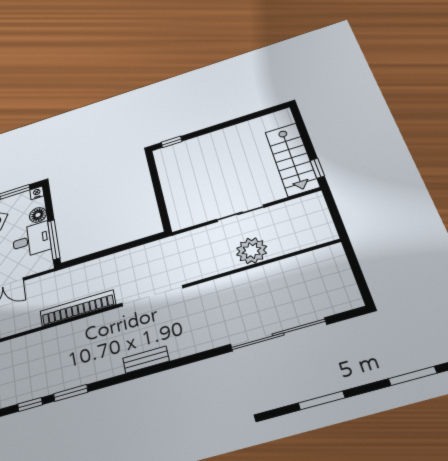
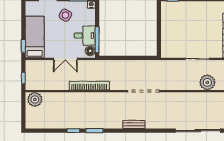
floor lamp: (38, 215) -> (90, 51), moved
plant: (252, 251) -> (207, 82), moved
bookcase: (78, 308) -> (89, 86), moved

